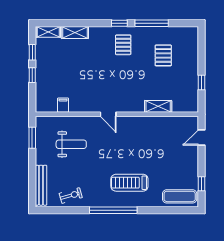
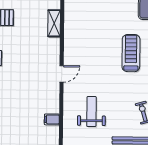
treadmill: (129, 183) -> (131, 53), turned 180

